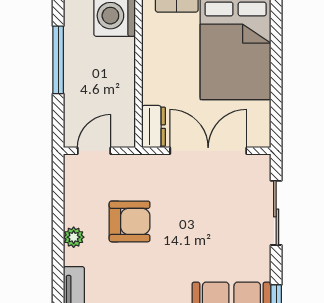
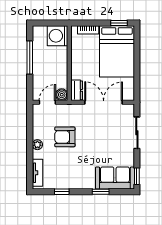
boiler: (123, 135) -> (62, 95), added
armchair: (130, 221) -> (65, 137), turned 180

